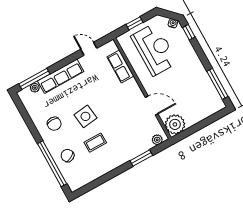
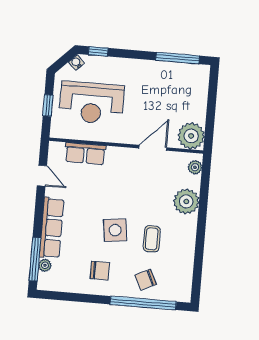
door: (89, 49) -> (42, 176), swing flipped
reception desk: (154, 49) -> (92, 103), turned 180
plant: (133, 148) -> (186, 201), added
window: (141, 158) -> (204, 199), removed

